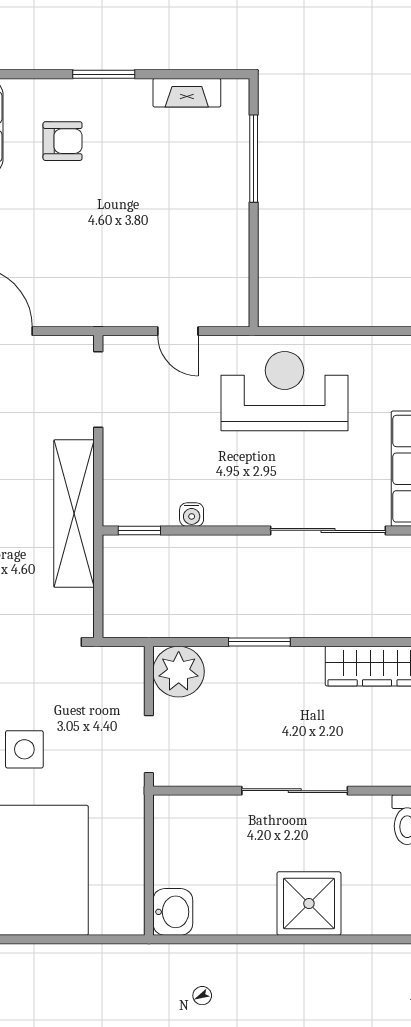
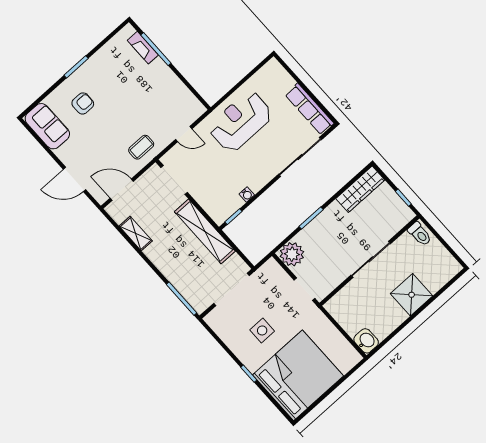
fireplace: (187, 93) -> (143, 48), moved, turned 90
coffee table: (93, 292) -> (141, 147), added

